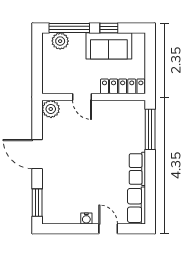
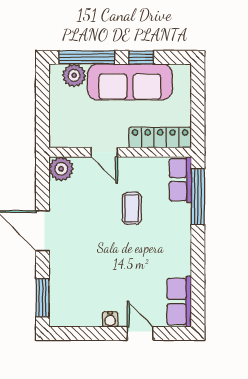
sofa: (109, 46) -> (130, 82), width x1.36
coffee table: (102, 138) -> (132, 208), added
row of seats: (137, 169) -> (180, 180), moved

